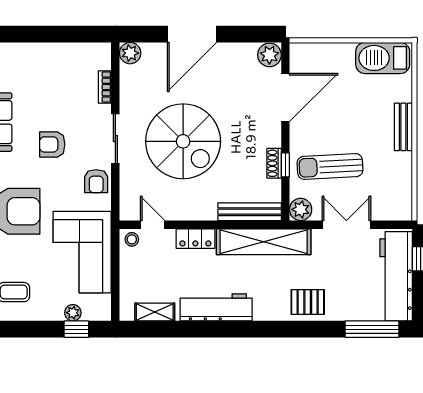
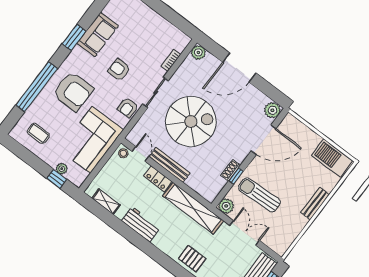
spiral stairs: (183, 141) -> (191, 121), turned -90
bench: (250, 212) -> (170, 165), moved
workbench: (216, 307) -> (141, 224), width x0.73

